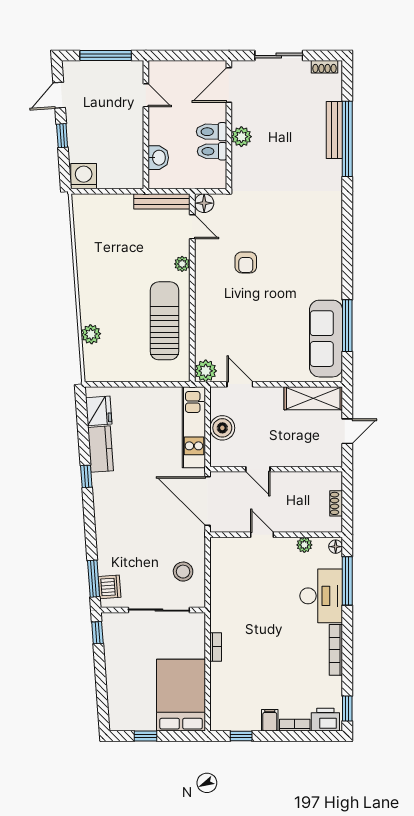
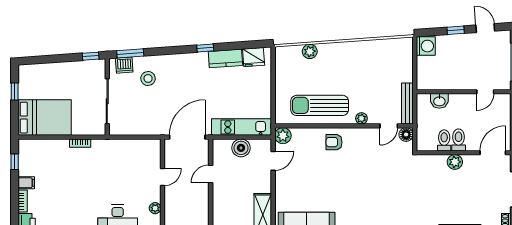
door: (229, 85) -> (493, 153), hinge flipped
armchair: (246, 262) -> (334, 142), moved
sun lounger: (164, 321) -> (320, 105), turned 180
stool: (183, 572) -> (148, 79), moved

